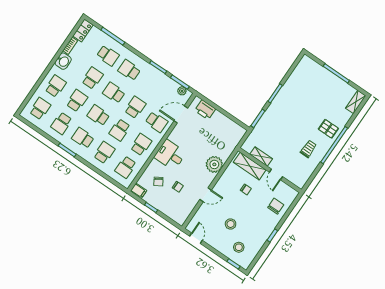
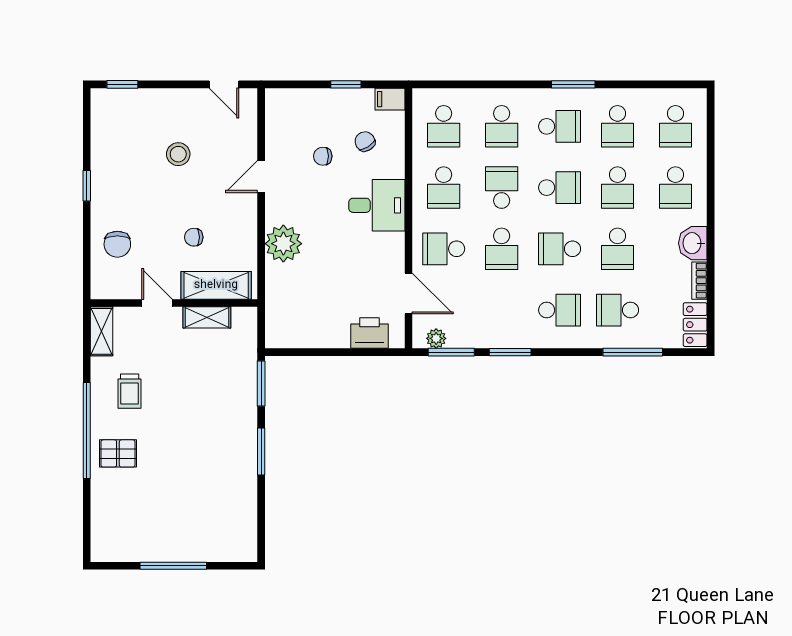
school desk: (114, 93) -> (560, 249), turned 180
shelving: (356, 102) -> (102, 331), moved
door: (181, 114) -> (408, 294), hinge flipped
school desk: (61, 123) -> (618, 126), turned 180
school desk: (126, 167) -> (444, 126), turned 180
stool: (239, 247) -> (134, 122), removed

